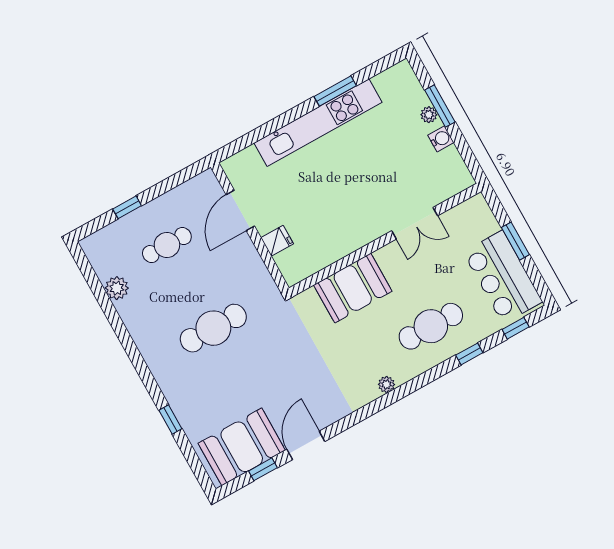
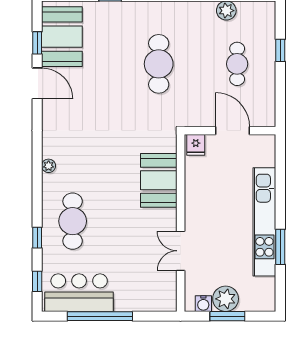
plant: (429, 115) -> (226, 299), width x1.88, depth x1.88
double door: (415, 223) -> (181, 251), moved
wall: (385, 240) -> (181, 223), moved
window: (515, 241) -> (100, 316), width x2.11
booth: (353, 288) -> (159, 180), moved

